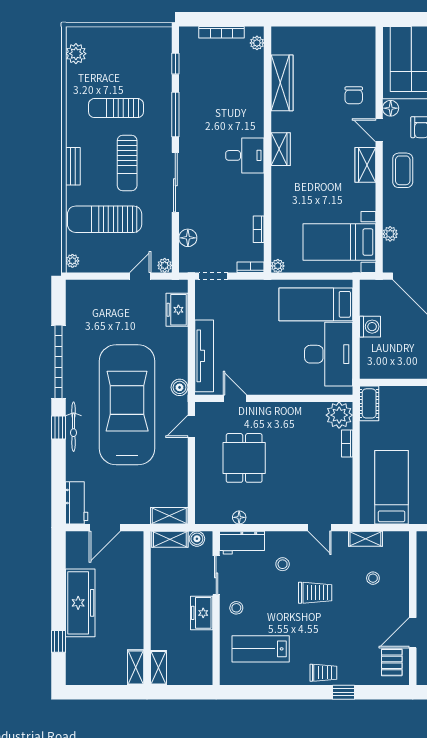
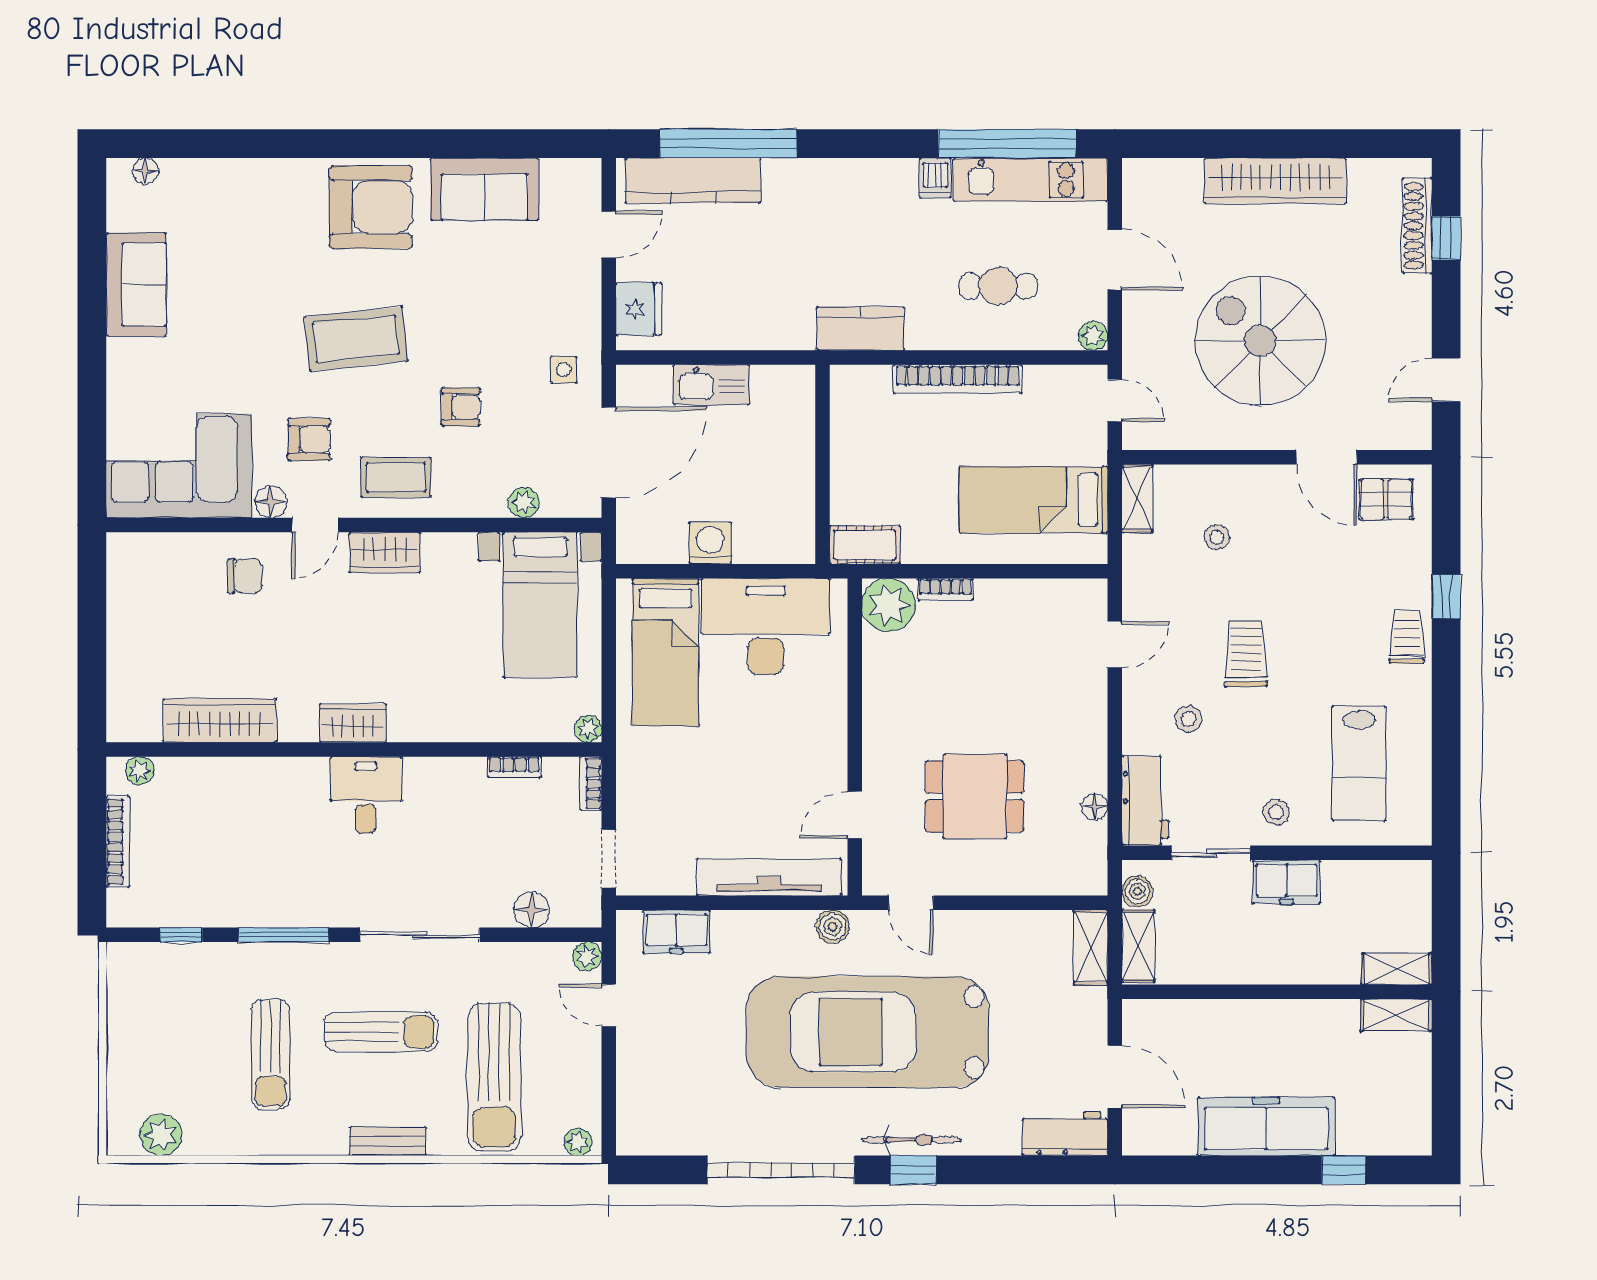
shelving: (365, 539) -> (1137, 498), moved

